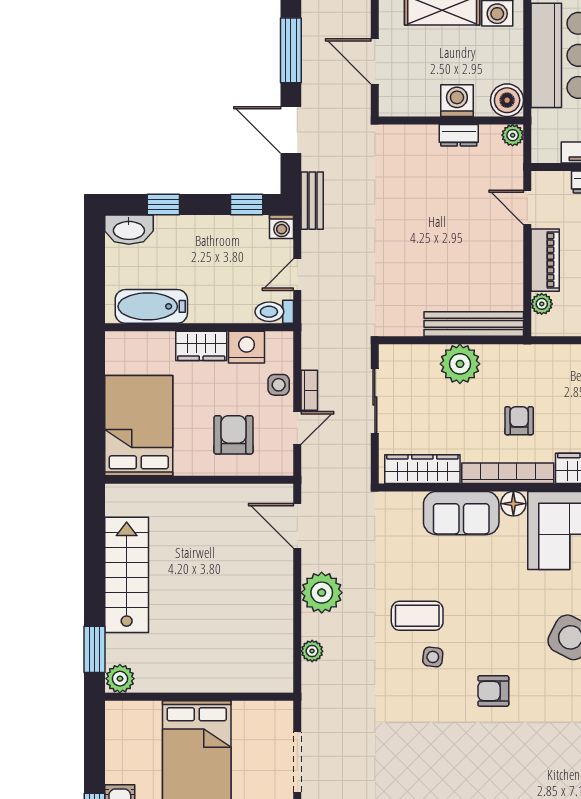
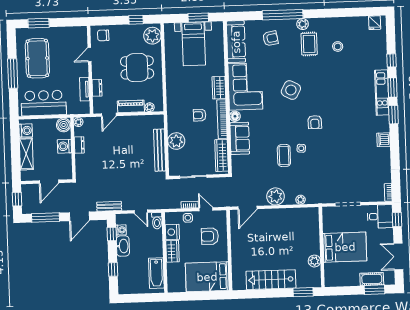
washing machine: (282, 227) -> (121, 230), moved
washbasin: (129, 230) -> (123, 246), moved
bench: (474, 324) -> (160, 150), moved
plant: (120, 679) -> (314, 261), moved

